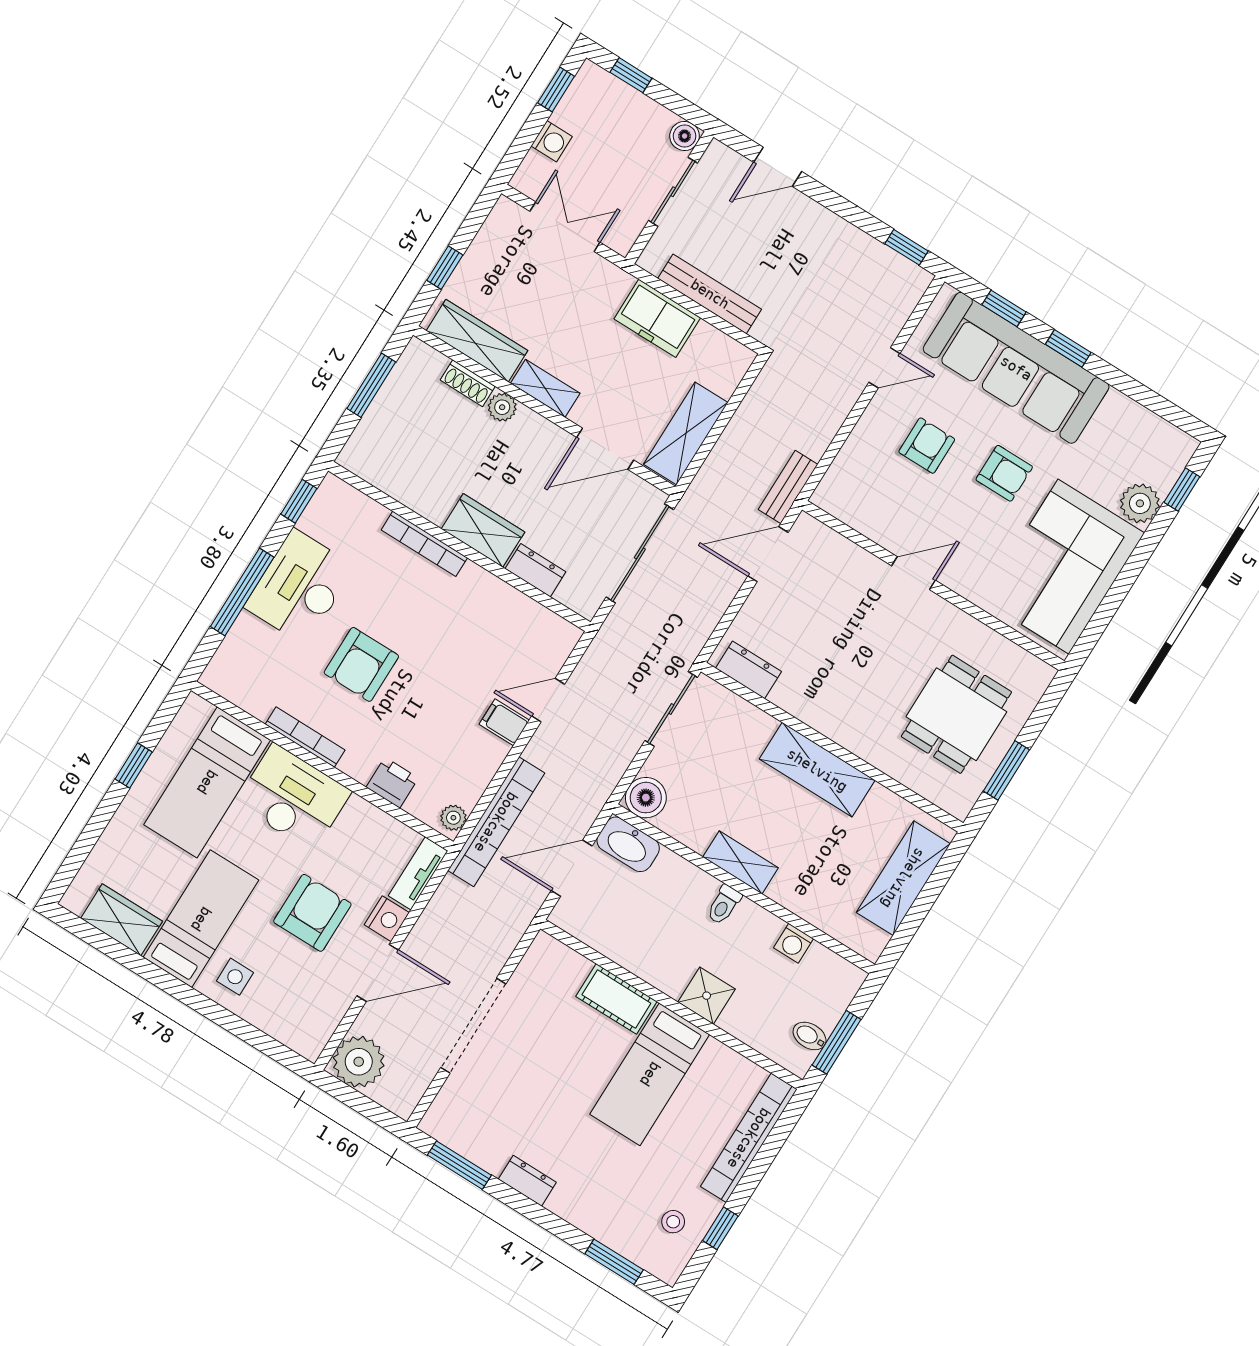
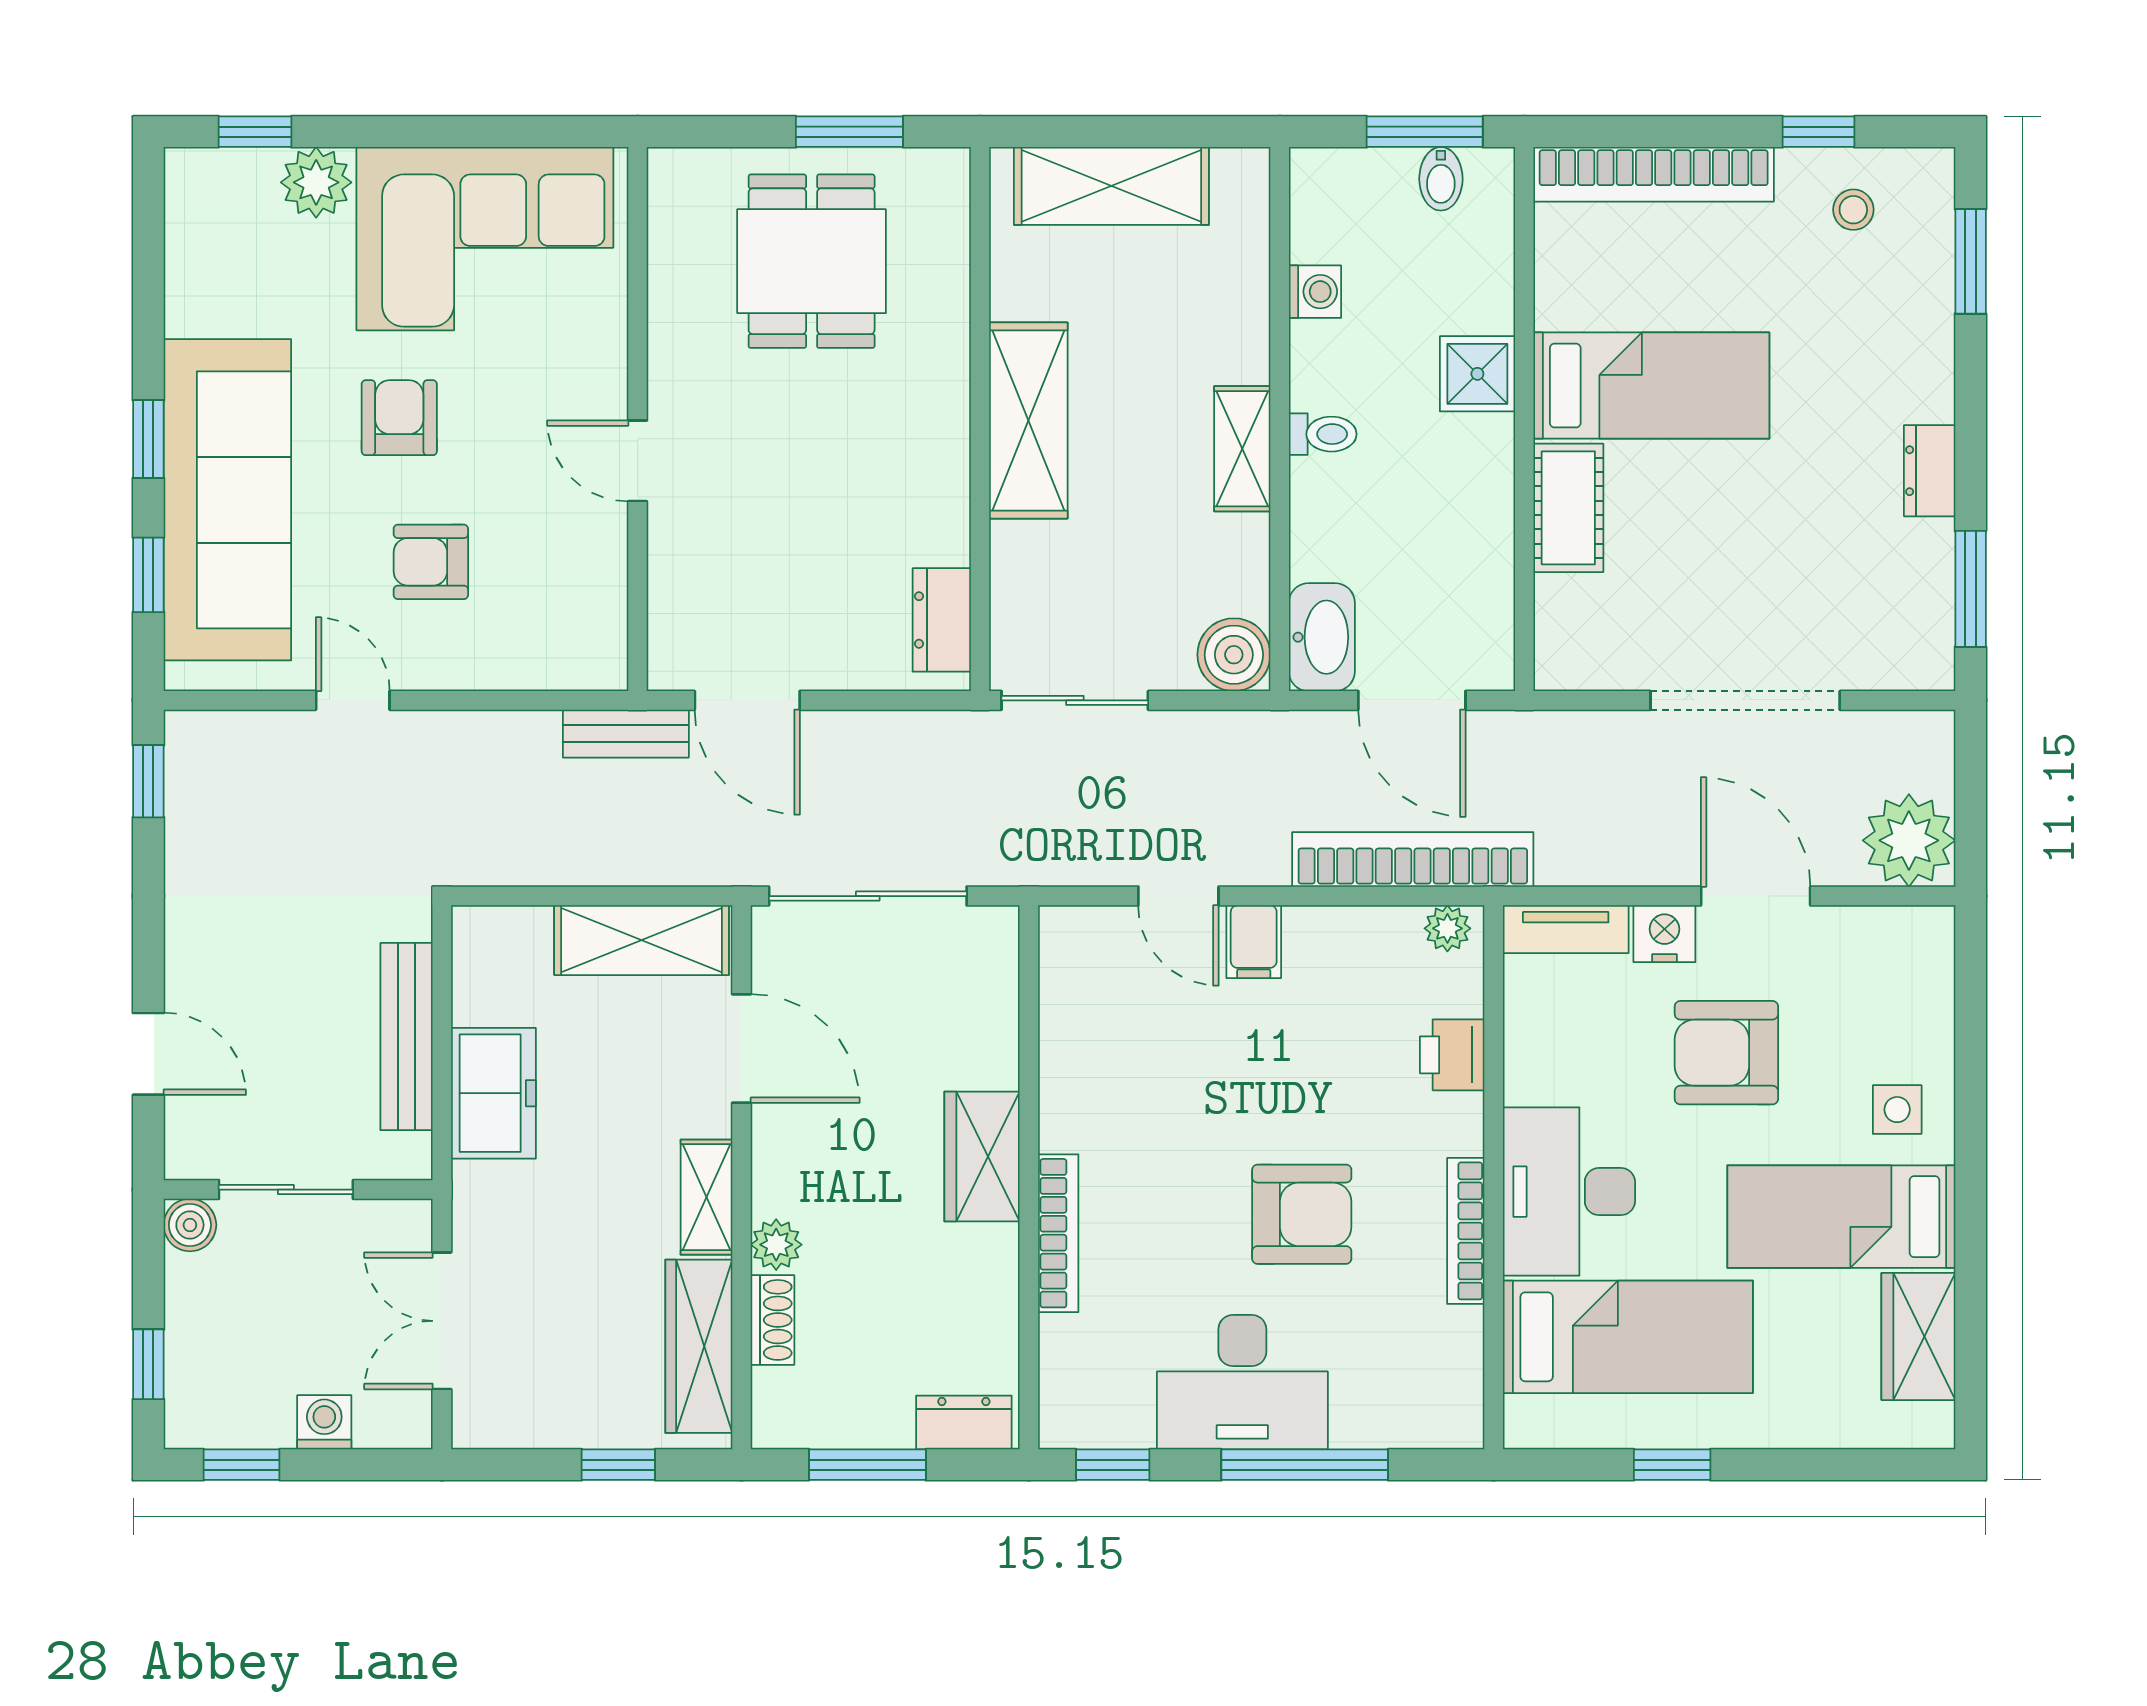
dresser: (535, 570) -> (964, 1422), moved, turned 90
dining table: (956, 714) -> (812, 261), turned 90

